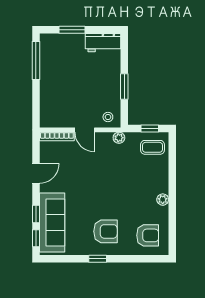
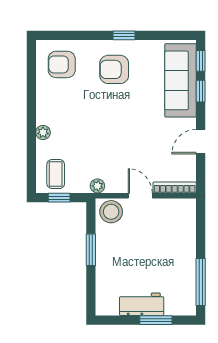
workbench: (103, 43) -> (142, 304), moved
stool: (108, 117) -> (111, 212), width x1.89, depth x1.89
coffee table: (152, 147) -> (56, 174), turned 90
plant: (163, 200) -> (43, 133), moved

